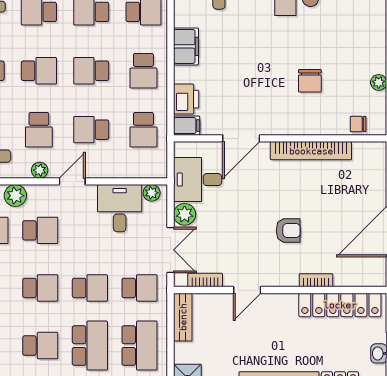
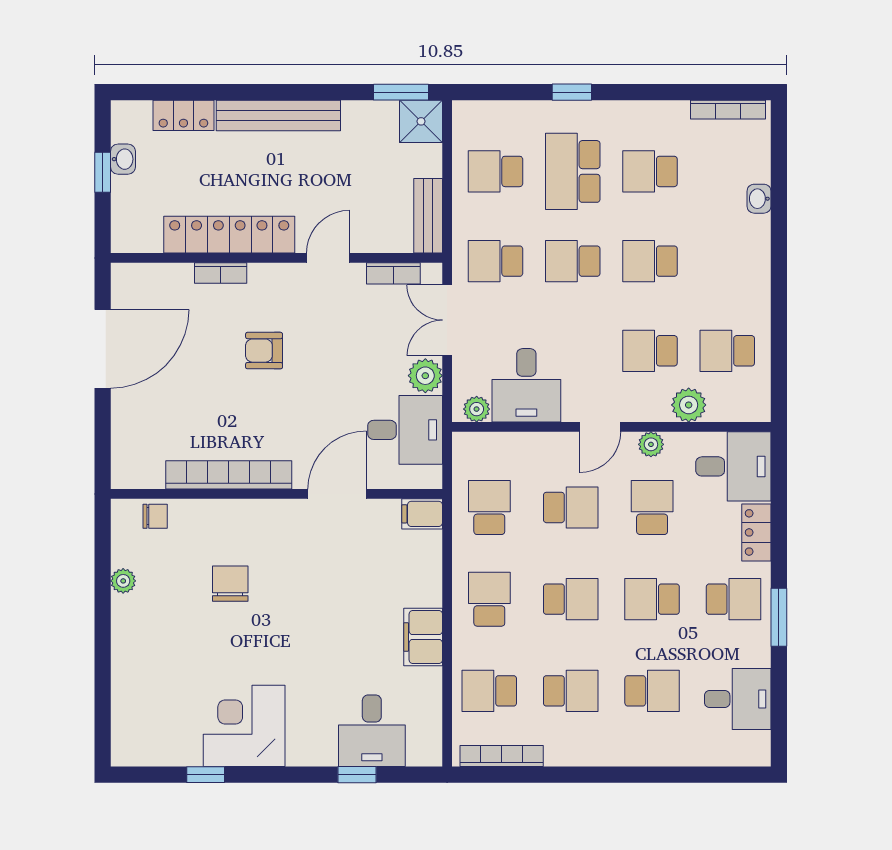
printer: (186, 99) -> (423, 555), removed
locker: (340, 305) -> (229, 235), moved
school desk: (139, 346) -> (495, 171), width x0.54

